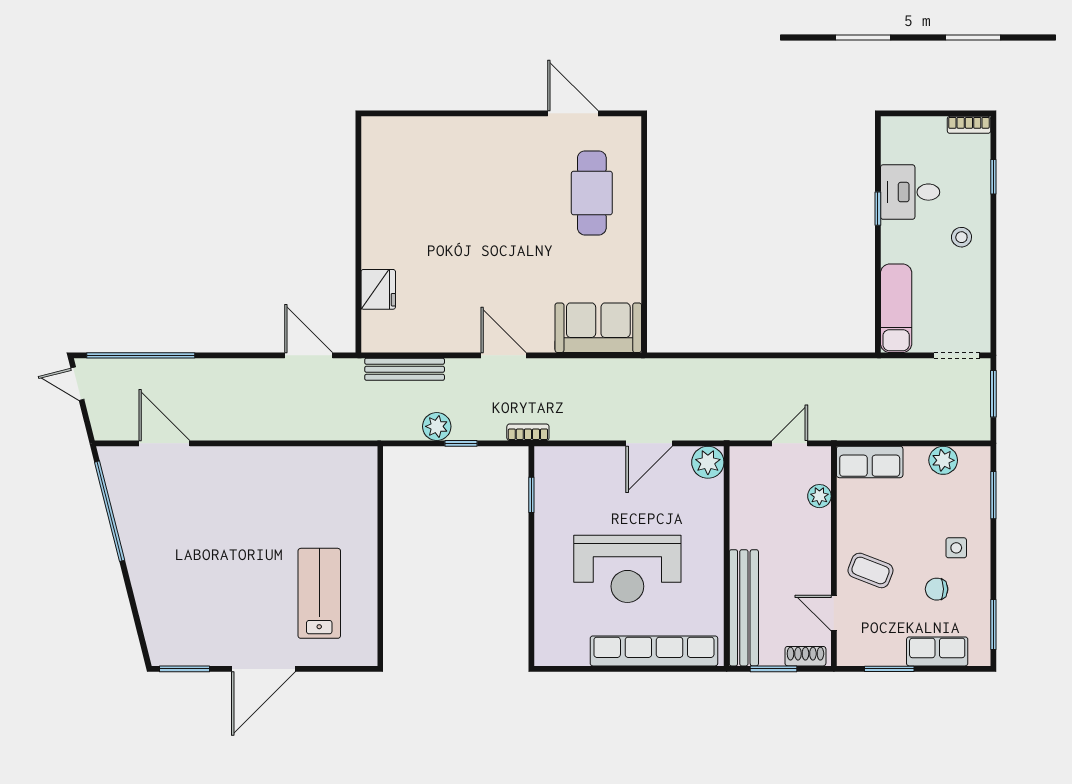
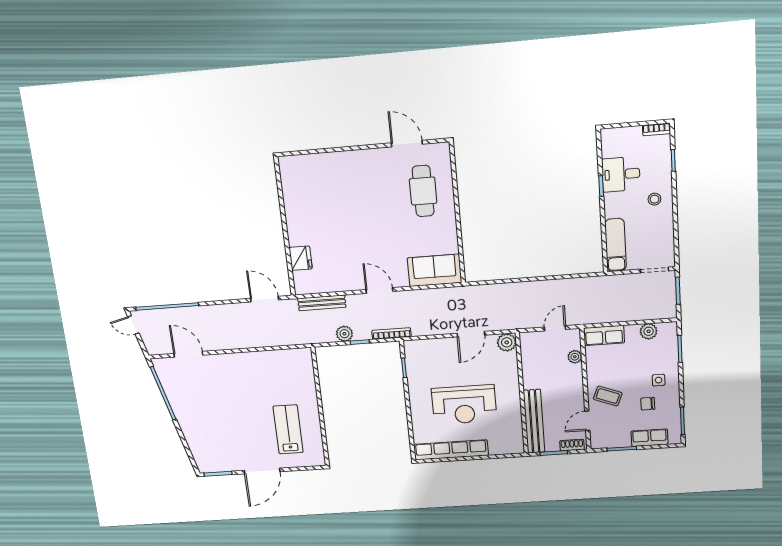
bookcase: (528, 432) -> (391, 334), width x1.56
door: (834, 613) -> (587, 421), hinge flipped
row of seats: (654, 651) -> (451, 450), moved

